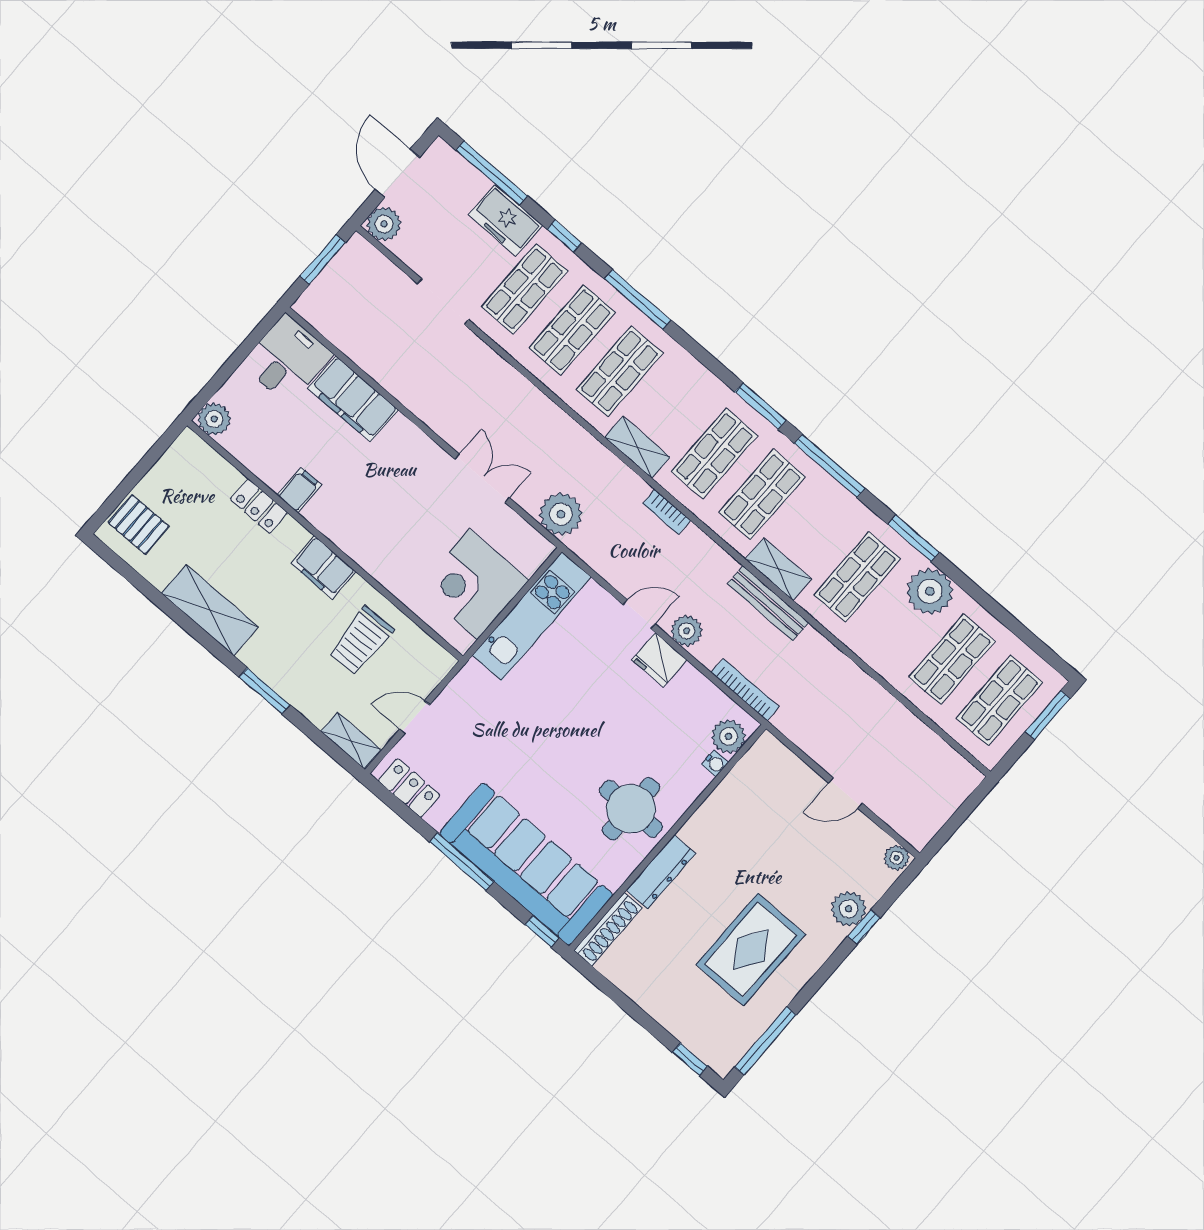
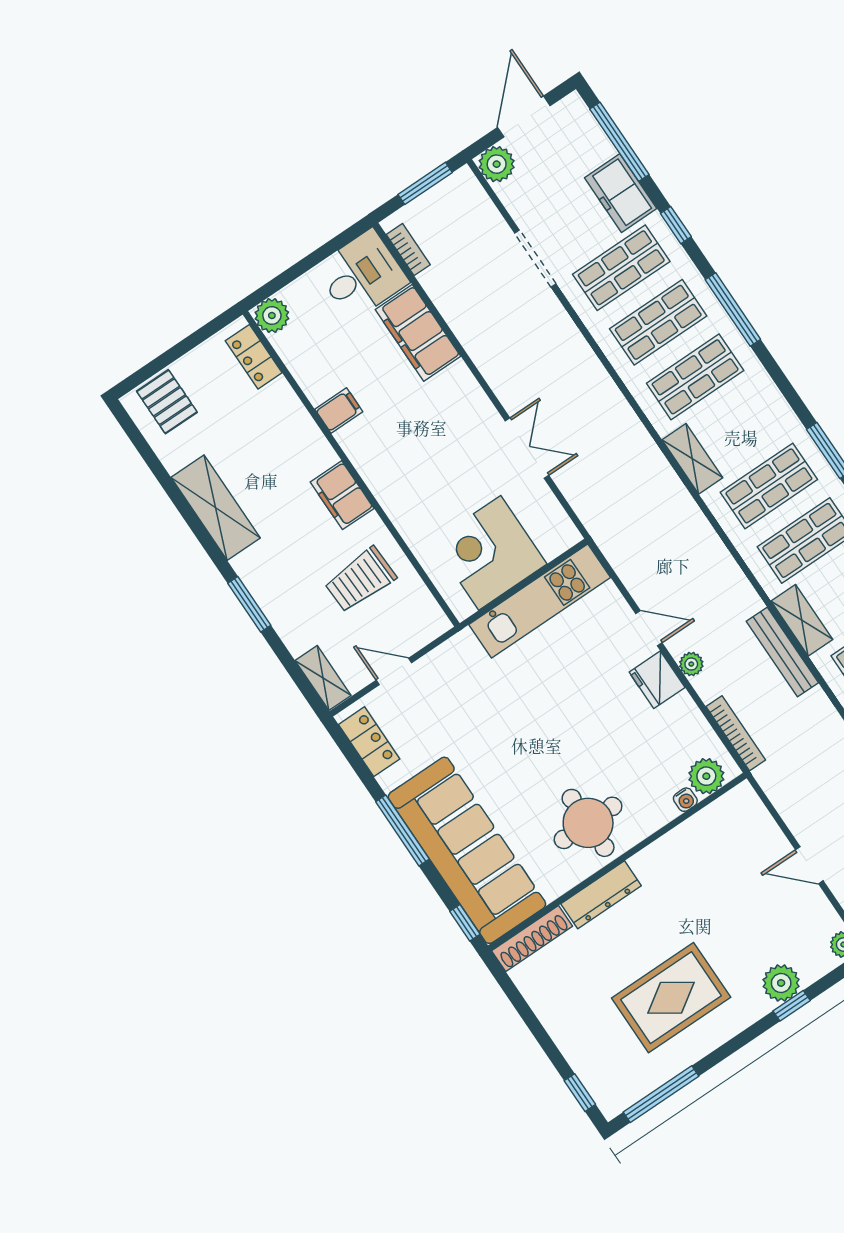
locker: (259, 506) -> (254, 357), moved
bookcase: (667, 512) -> (408, 250), moved, turned 180
plant: (561, 514) -> (597, 506), removed
plant: (687, 631) -> (691, 664), width x0.73, depth x0.73

